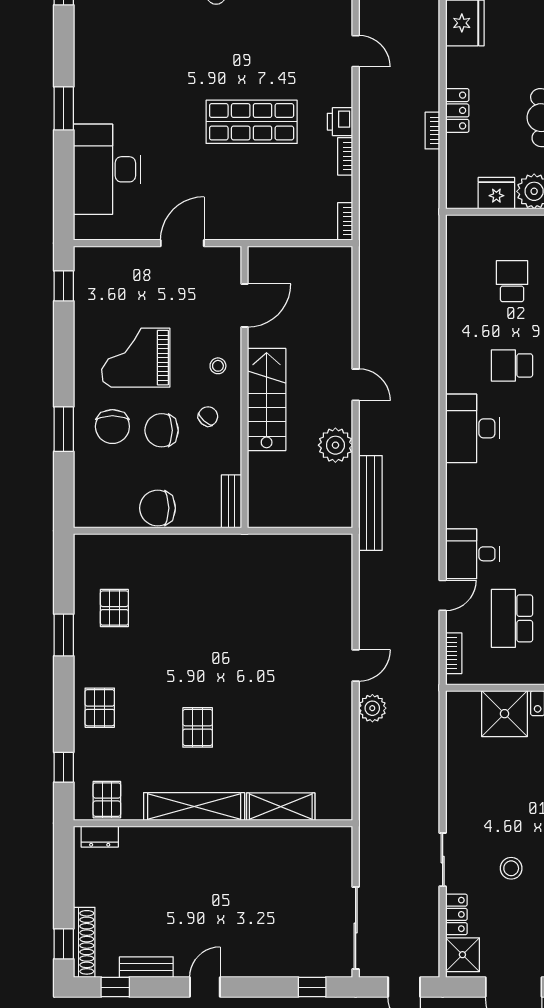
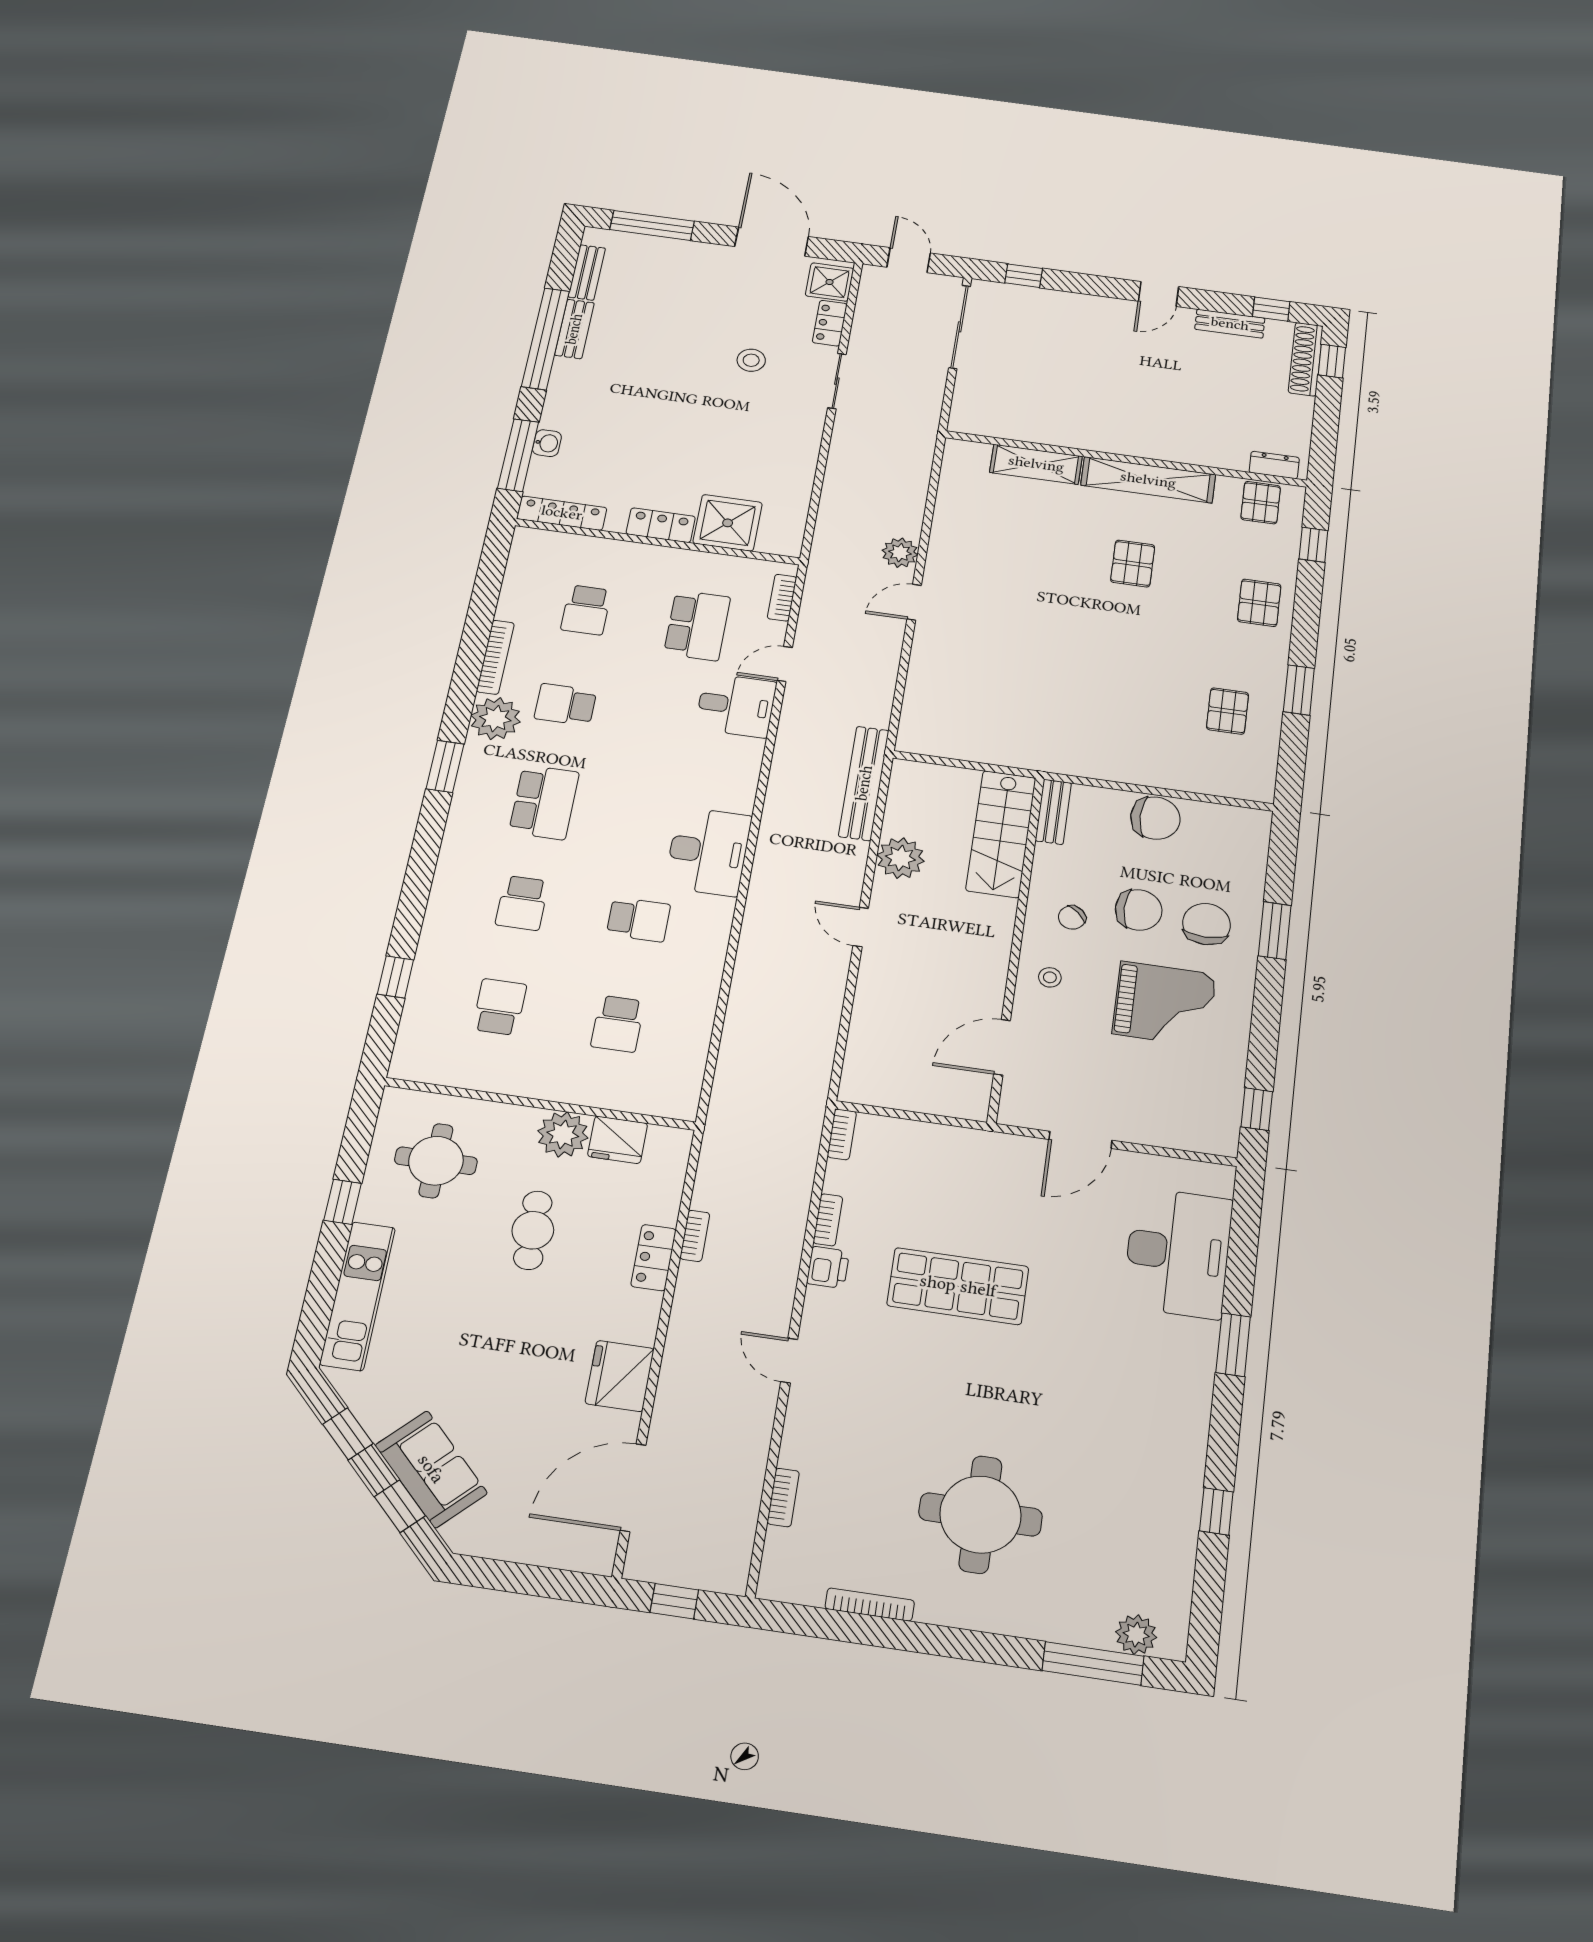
stairs: (267, 400) -> (1001, 834), moved

